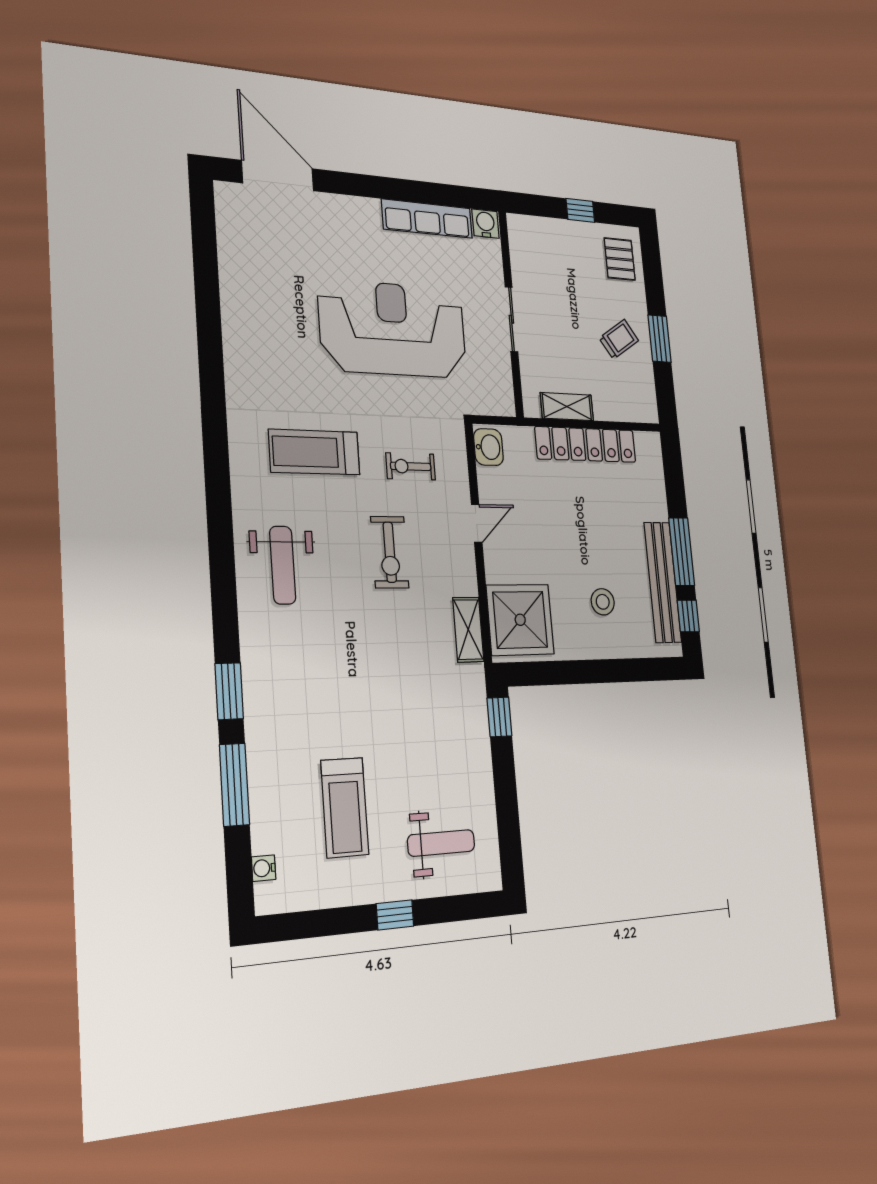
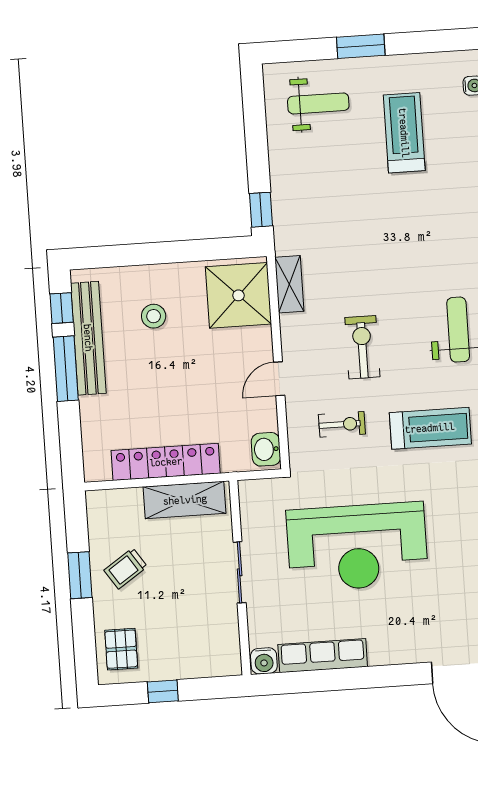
shelving: (567, 407) -> (185, 500), width x1.50, depth x1.33
weight bench: (441, 843) -> (318, 103), turned 180
window: (395, 915) -> (361, 46), width x1.50

